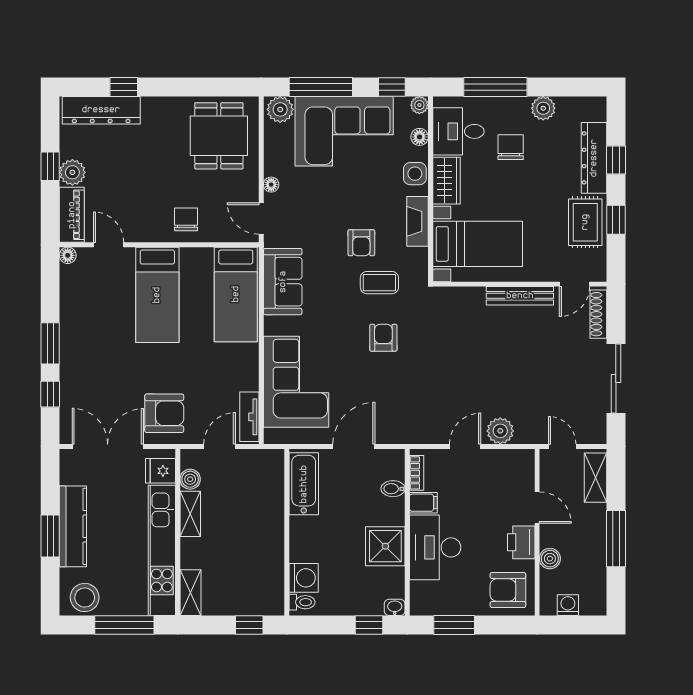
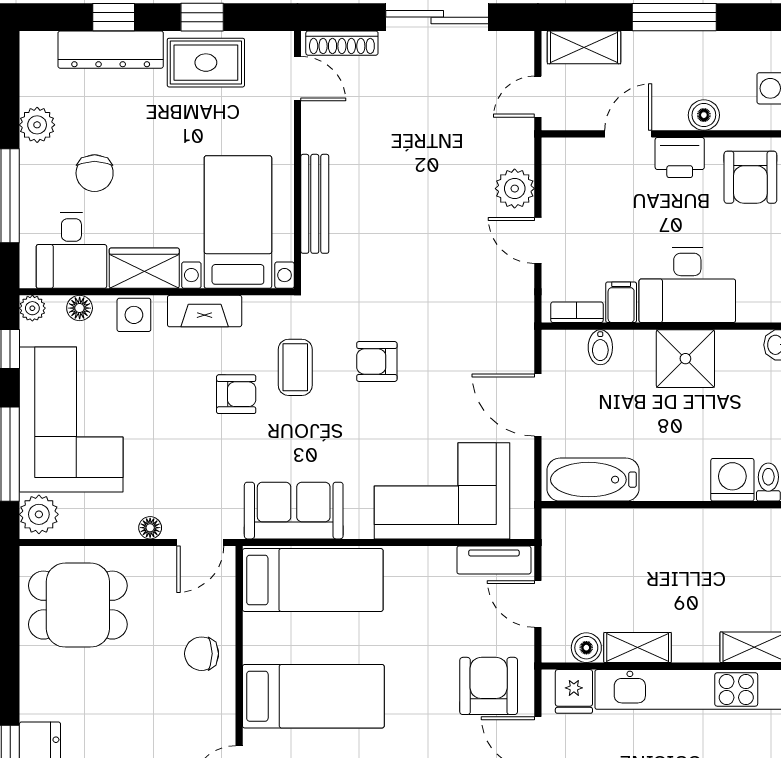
chair: (511, 147) -> (95, 173), turned -90
bench: (520, 296) -> (315, 204), moved

